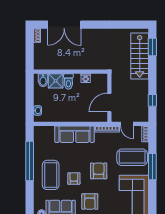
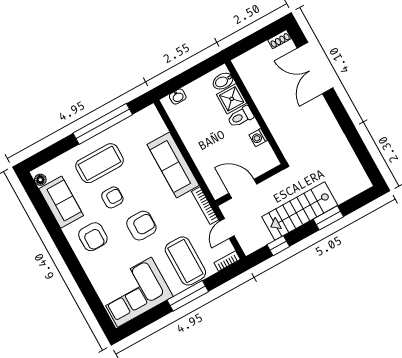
window: (152, 47) -> (328, 218), moved
stairs: (140, 56) -> (300, 211), moved
armchair: (90, 202) -> (93, 237), turned -90

